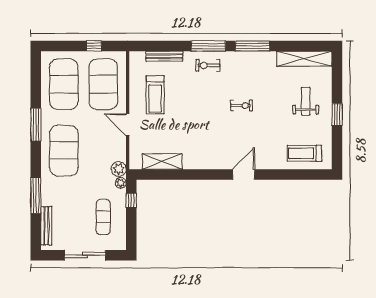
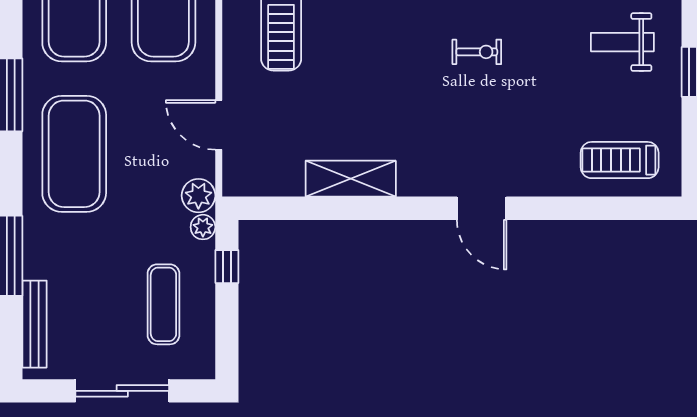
weight bench: (306, 101) -> (622, 42), turned -90
door: (128, 125) -> (219, 125), moved
shelving: (162, 162) -> (351, 179), moved
door: (244, 175) -> (482, 208), swing flipped

